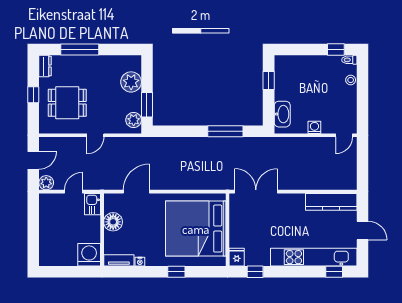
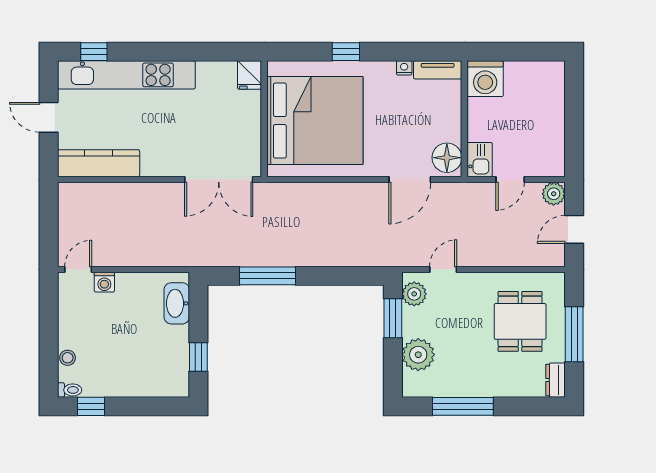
window: (80, 50) -> (463, 406), moved
window: (33, 95) -> (574, 334), width x2.17
dining table: (67, 103) -> (520, 321), turned 90
washing machine: (314, 127) -> (104, 282), moved
door: (95, 135) -> (443, 270), moved
floor lamp: (113, 222) -> (447, 158), moved
window: (255, 272) -> (220, 52), removed

